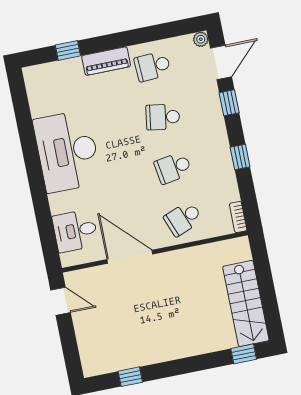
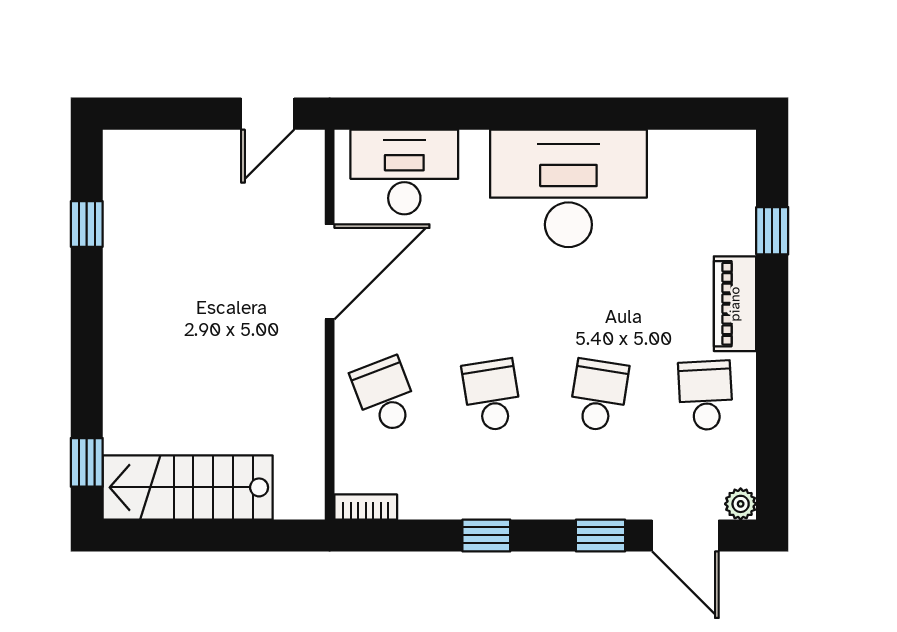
desk: (75, 231) -> (404, 172), width x1.37

